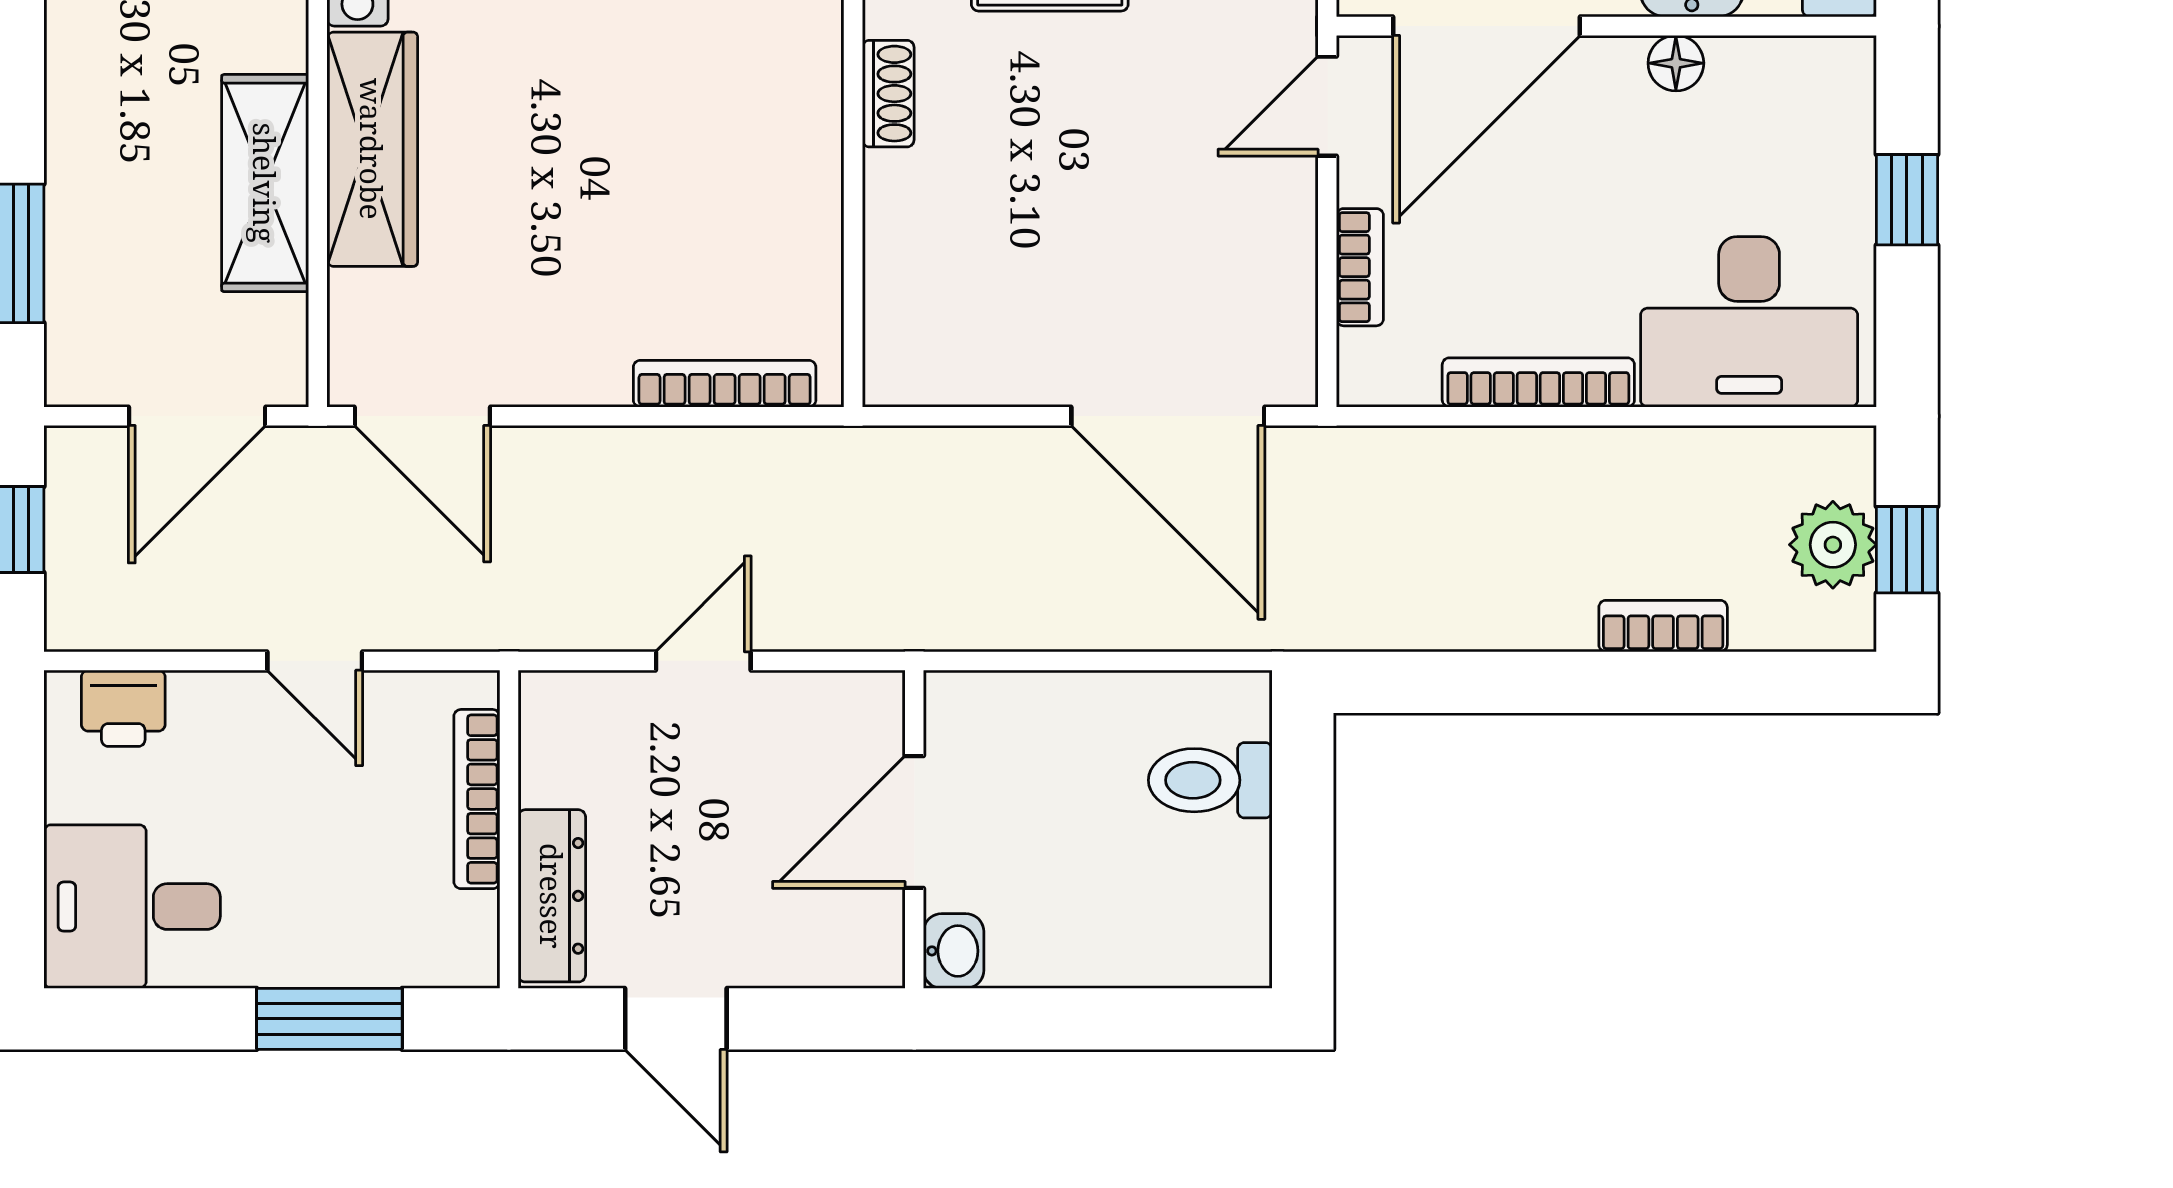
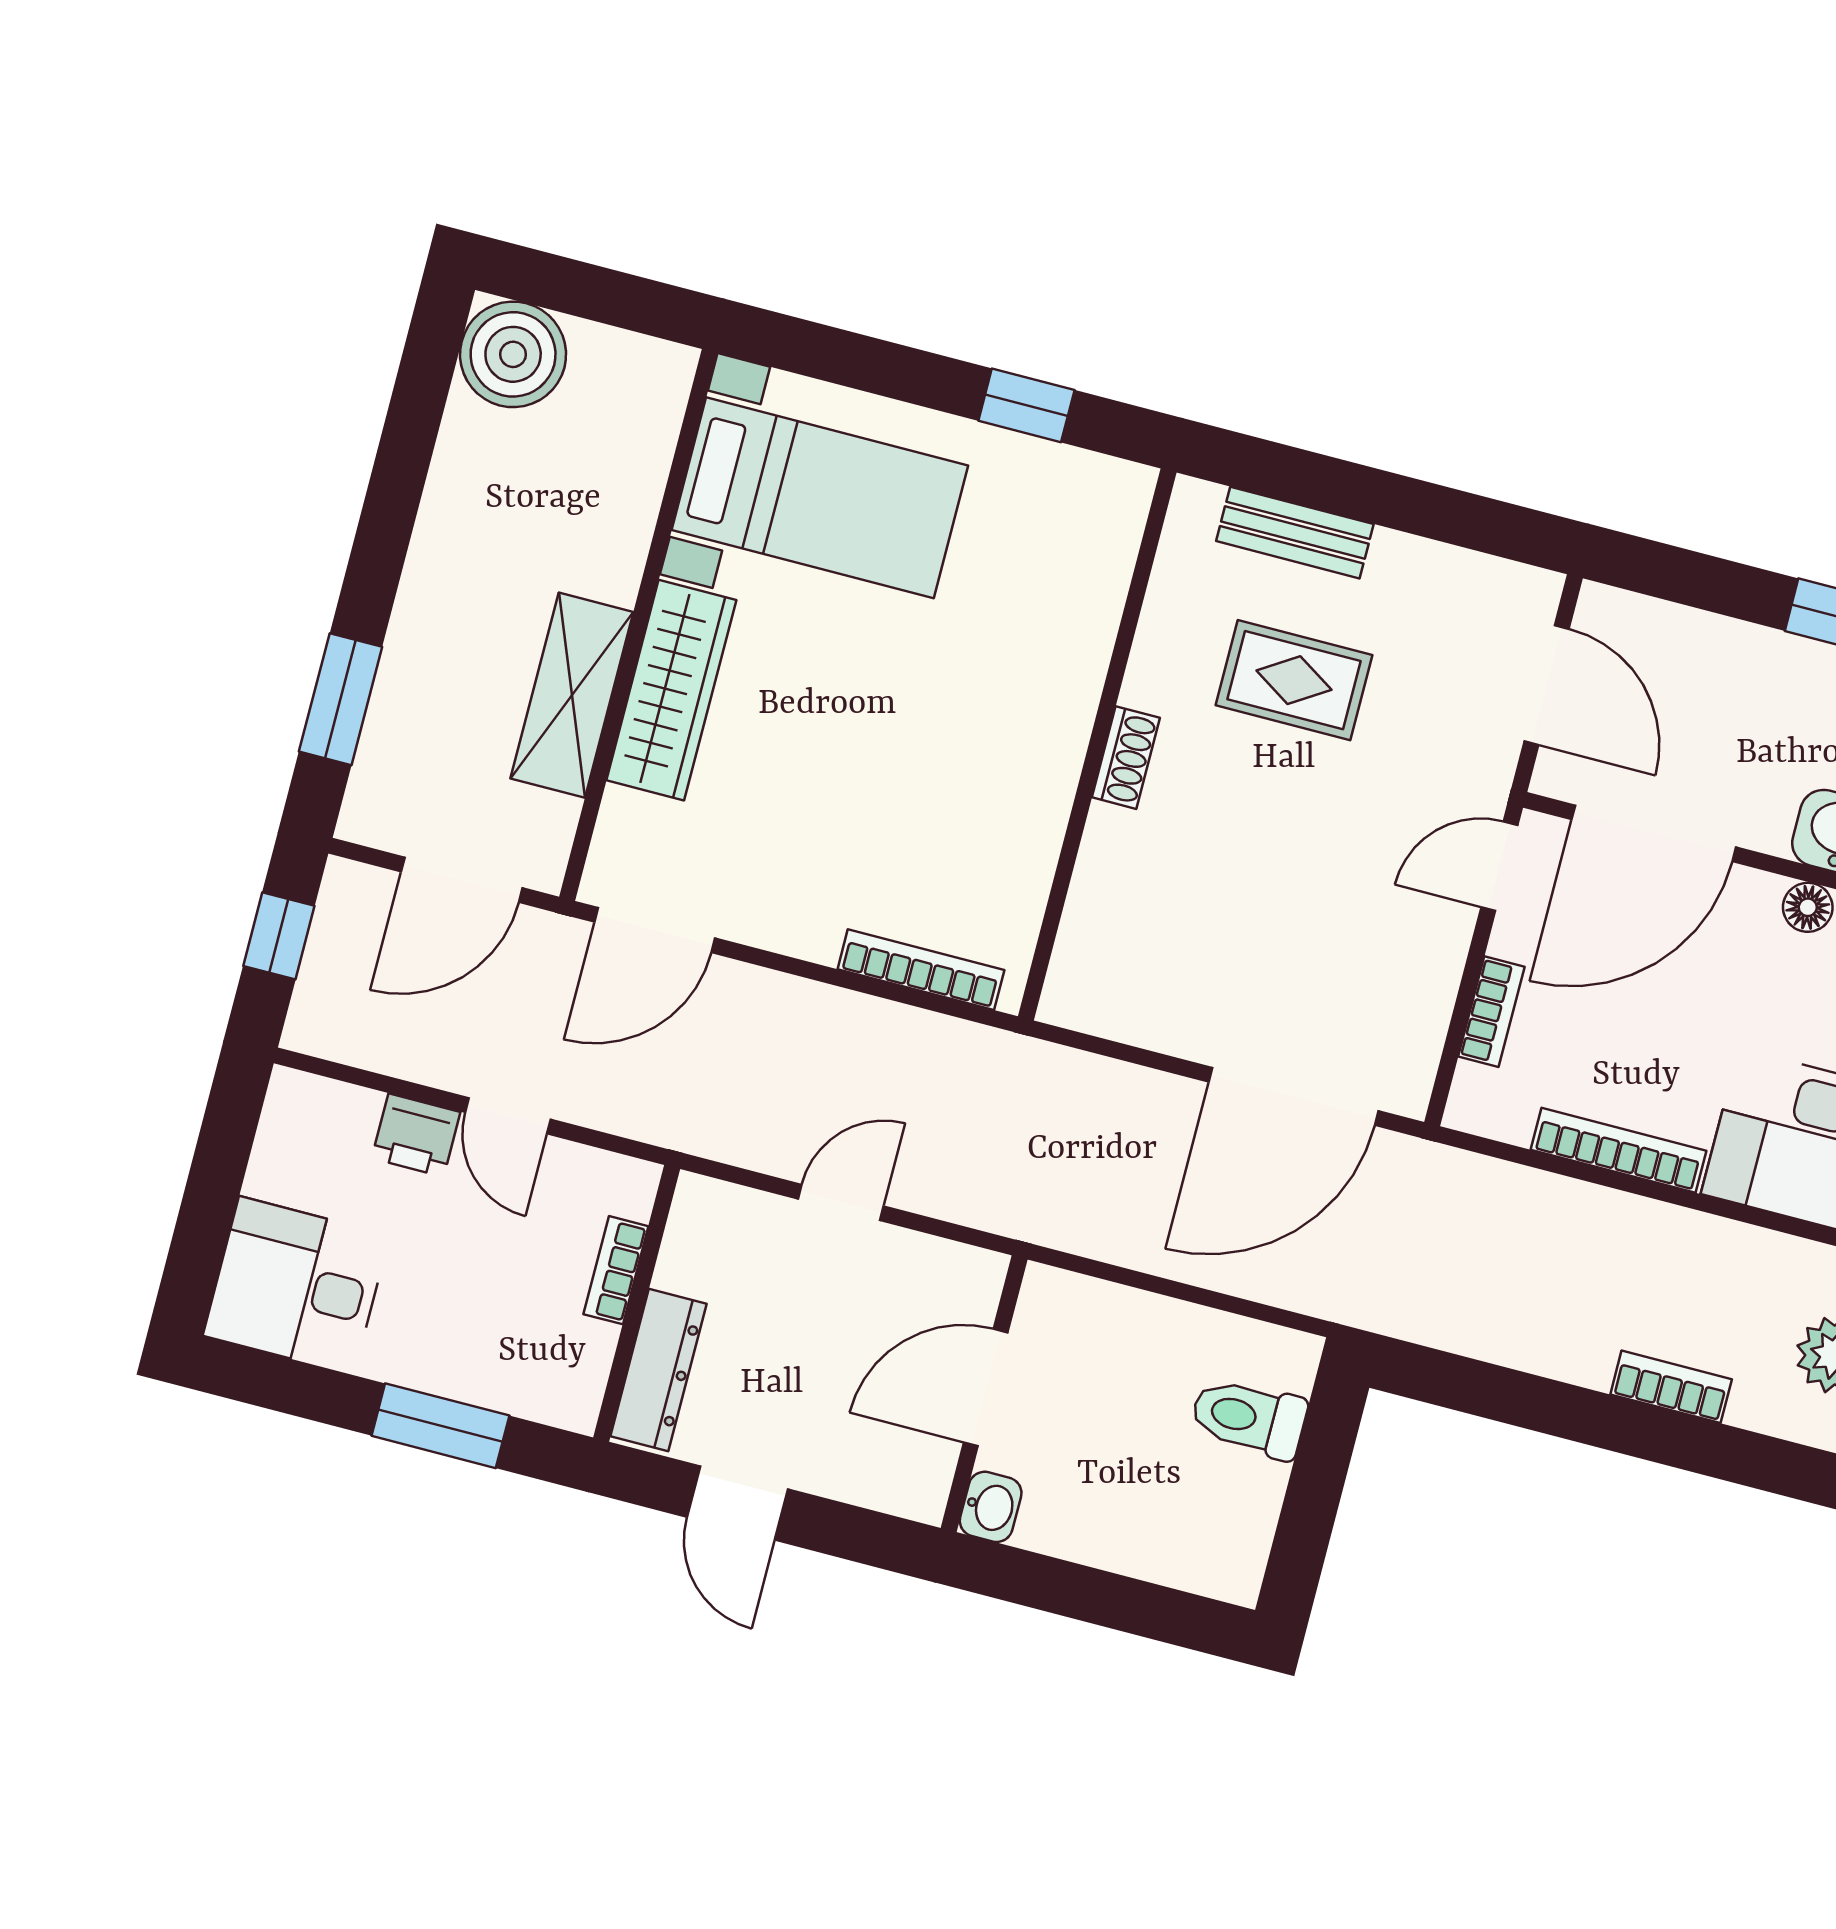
door: (422, 416) -> (655, 930), hinge flipped
door: (1168, 416) -> (1294, 1096), hinge flipped
printer: (123, 708) -> (416, 1135), moved
bookcase: (477, 799) -> (616, 1270), width x0.64

